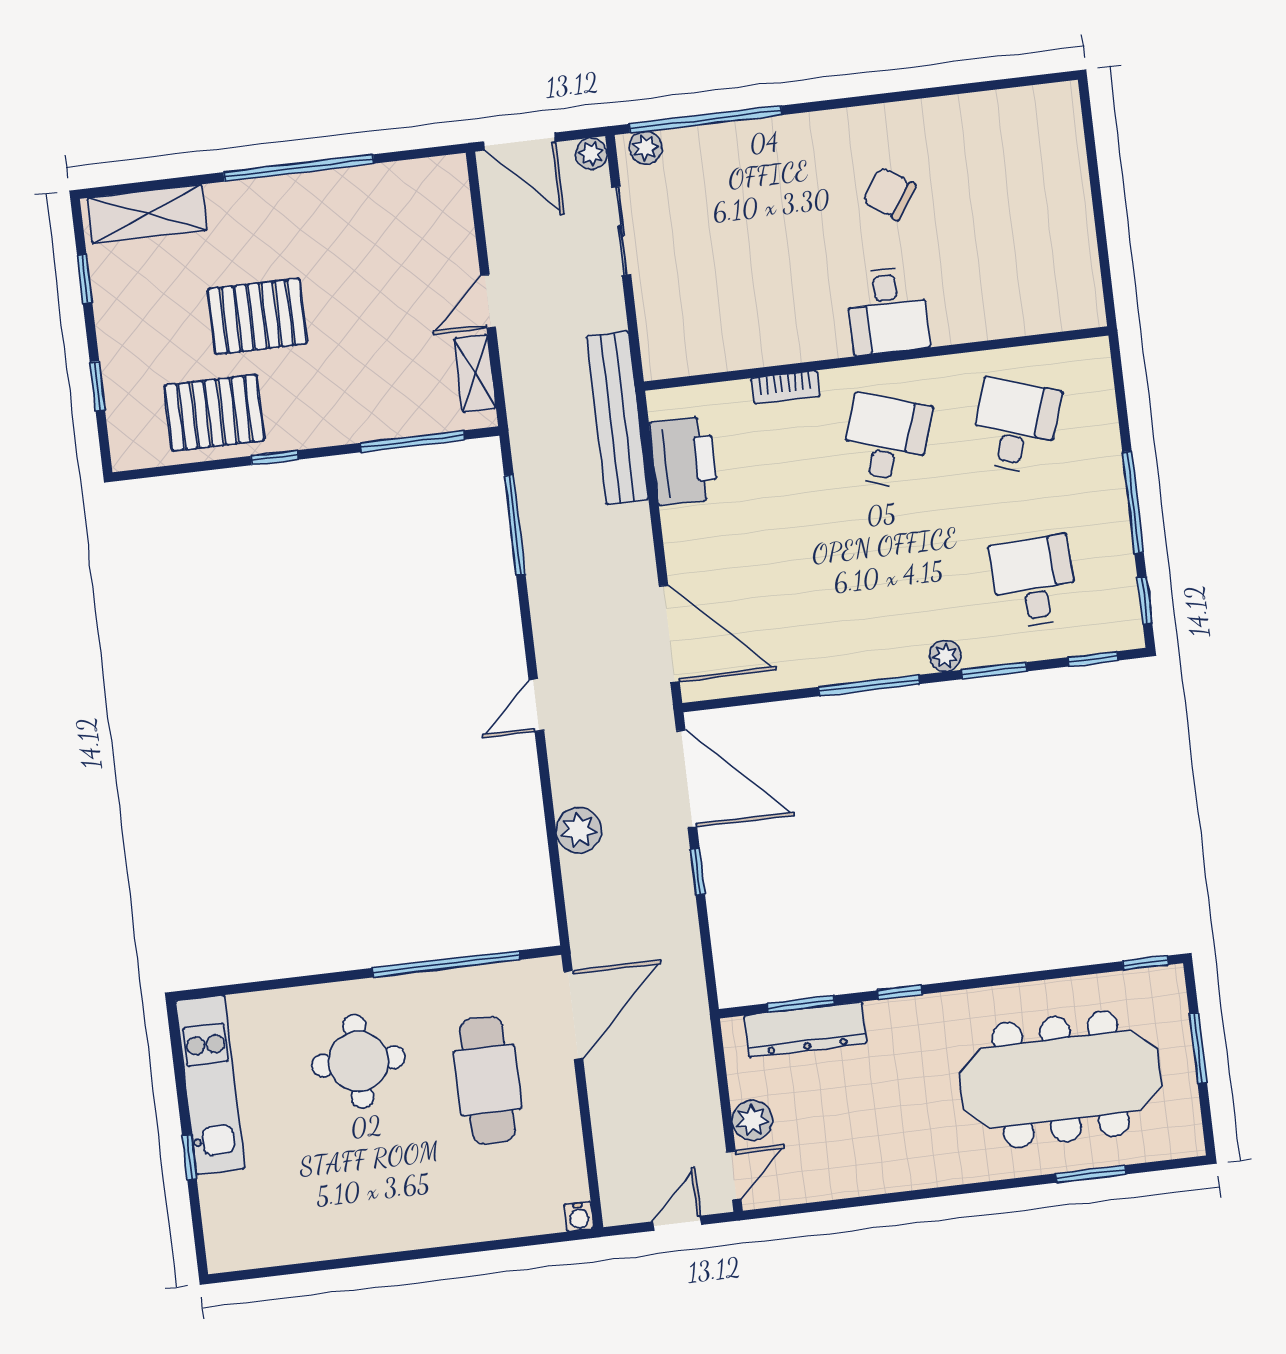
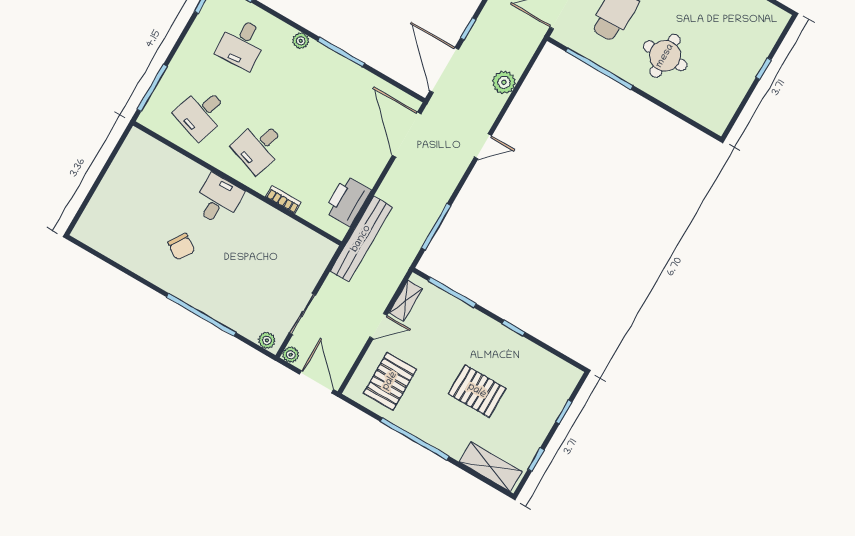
window: (705, 119) -> (201, 315), moved
pallet: (214, 413) -> (390, 381), moved, turned 90
window: (1133, 502) -> (152, 88), moved
window: (994, 671) -> (285, 20), removed
kitchen unit: (210, 1085) -> (733, 92), removed

